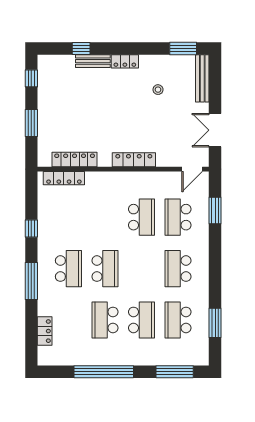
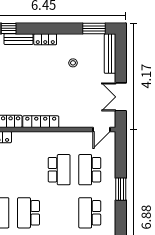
locker: (134, 160) -> (41, 122), moved
window: (215, 211) -> (121, 189), moved
school desk: (105, 269) -> (29, 213), turned 180

